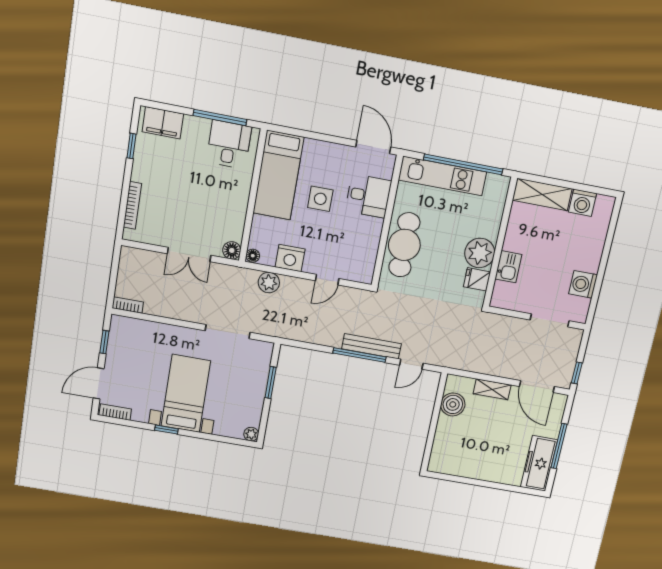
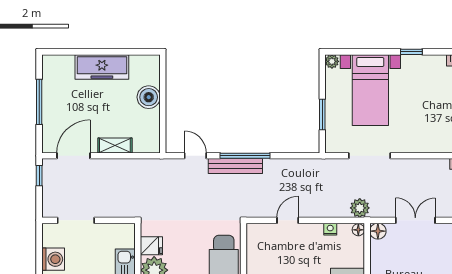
nightstand: (290, 258) -> (330, 229), width x0.53, depth x0.56
plant: (269, 283) -> (360, 208), moved
door: (411, 364) -> (195, 156), hinge flipped
door: (537, 387) -> (74, 156), hinge flipped
bed with nightstands: (186, 393) -> (370, 90), moved
boiler: (453, 404) -> (149, 97), moved
freezer: (539, 463) -> (102, 67), moved, turned 90

